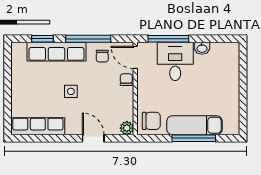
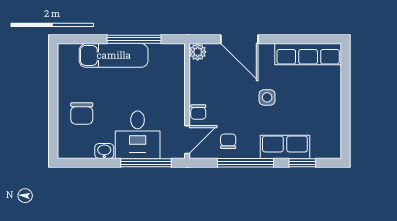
row of seats: (56, 52) -> (285, 147), width x0.68
door: (135, 57) -> (187, 140), hinge flipped
chair: (151, 121) -> (82, 113), moved, turned -90
door: (93, 138) -> (239, 39), width x1.38
window: (194, 138) -> (134, 39), moved

